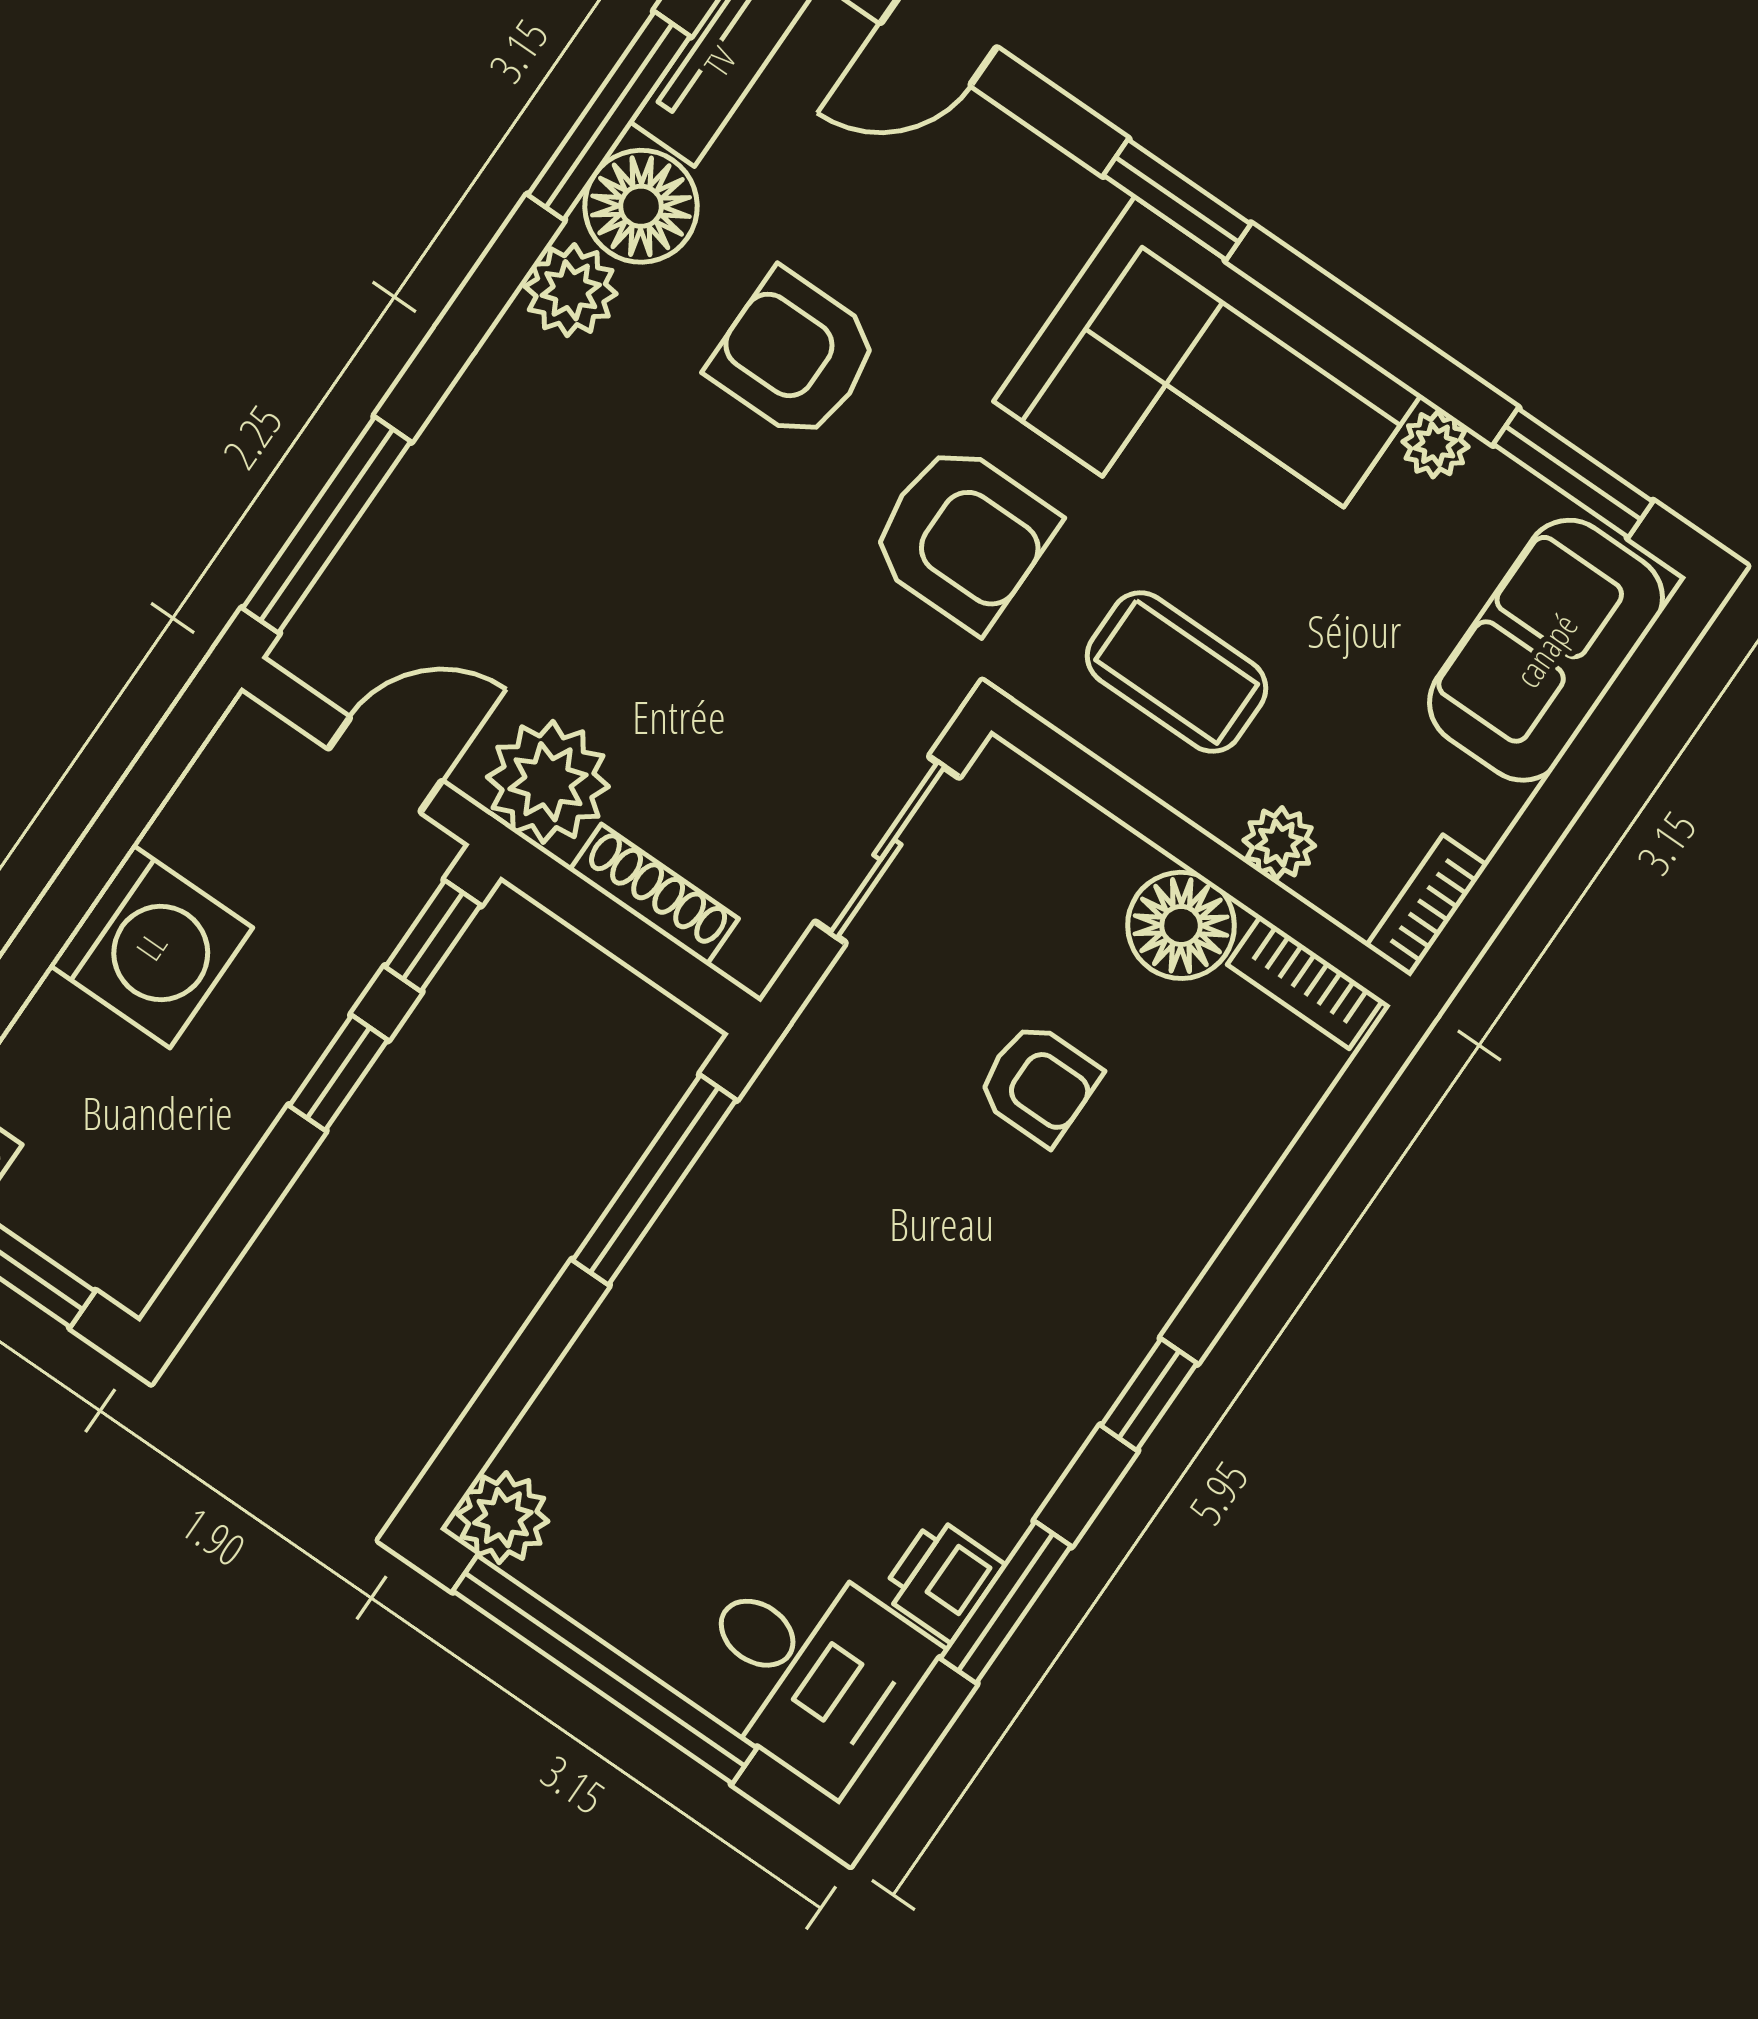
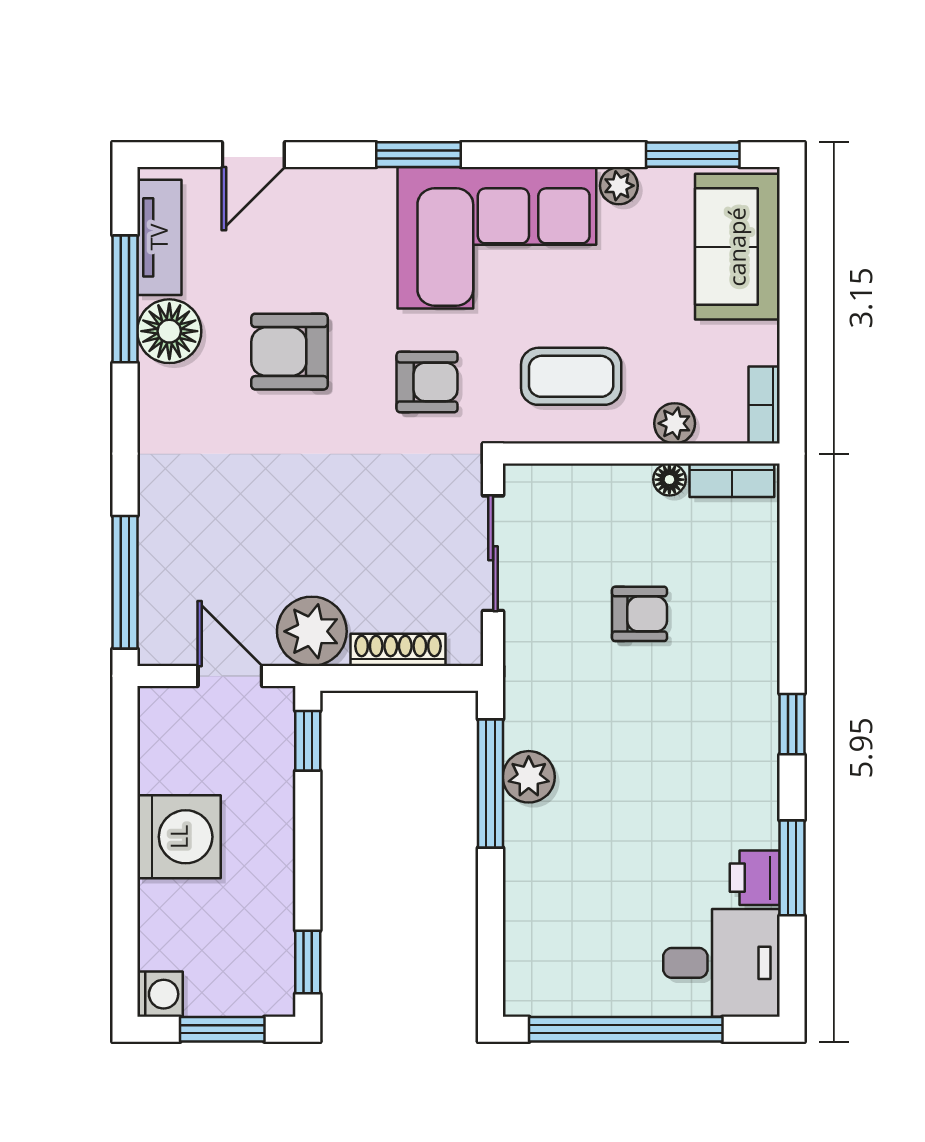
plant: (571, 290) -> (163, 393), removed
armchair: (963, 537) -> (427, 382), width x0.72, depth x0.72
door: (385, 765) -> (230, 676), hinge flipped
floor lamp: (1181, 925) -> (669, 480), width x0.53, depth x0.53
window: (338, 1073) -> (308, 962), moved
plant: (503, 1518) -> (529, 777), moved

